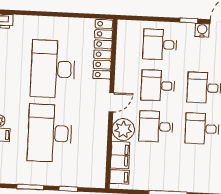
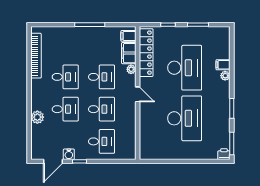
locker: (103, 49) -> (146, 53), moved
door: (111, 102) -> (138, 94), swing flipped
plant: (123, 129) -> (131, 69), width x0.53, depth x0.53

